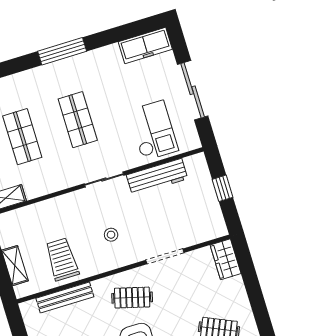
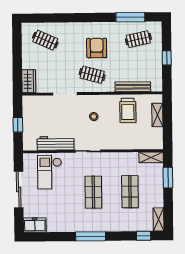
freezer: (145, 46) -> (35, 225), width x0.71

